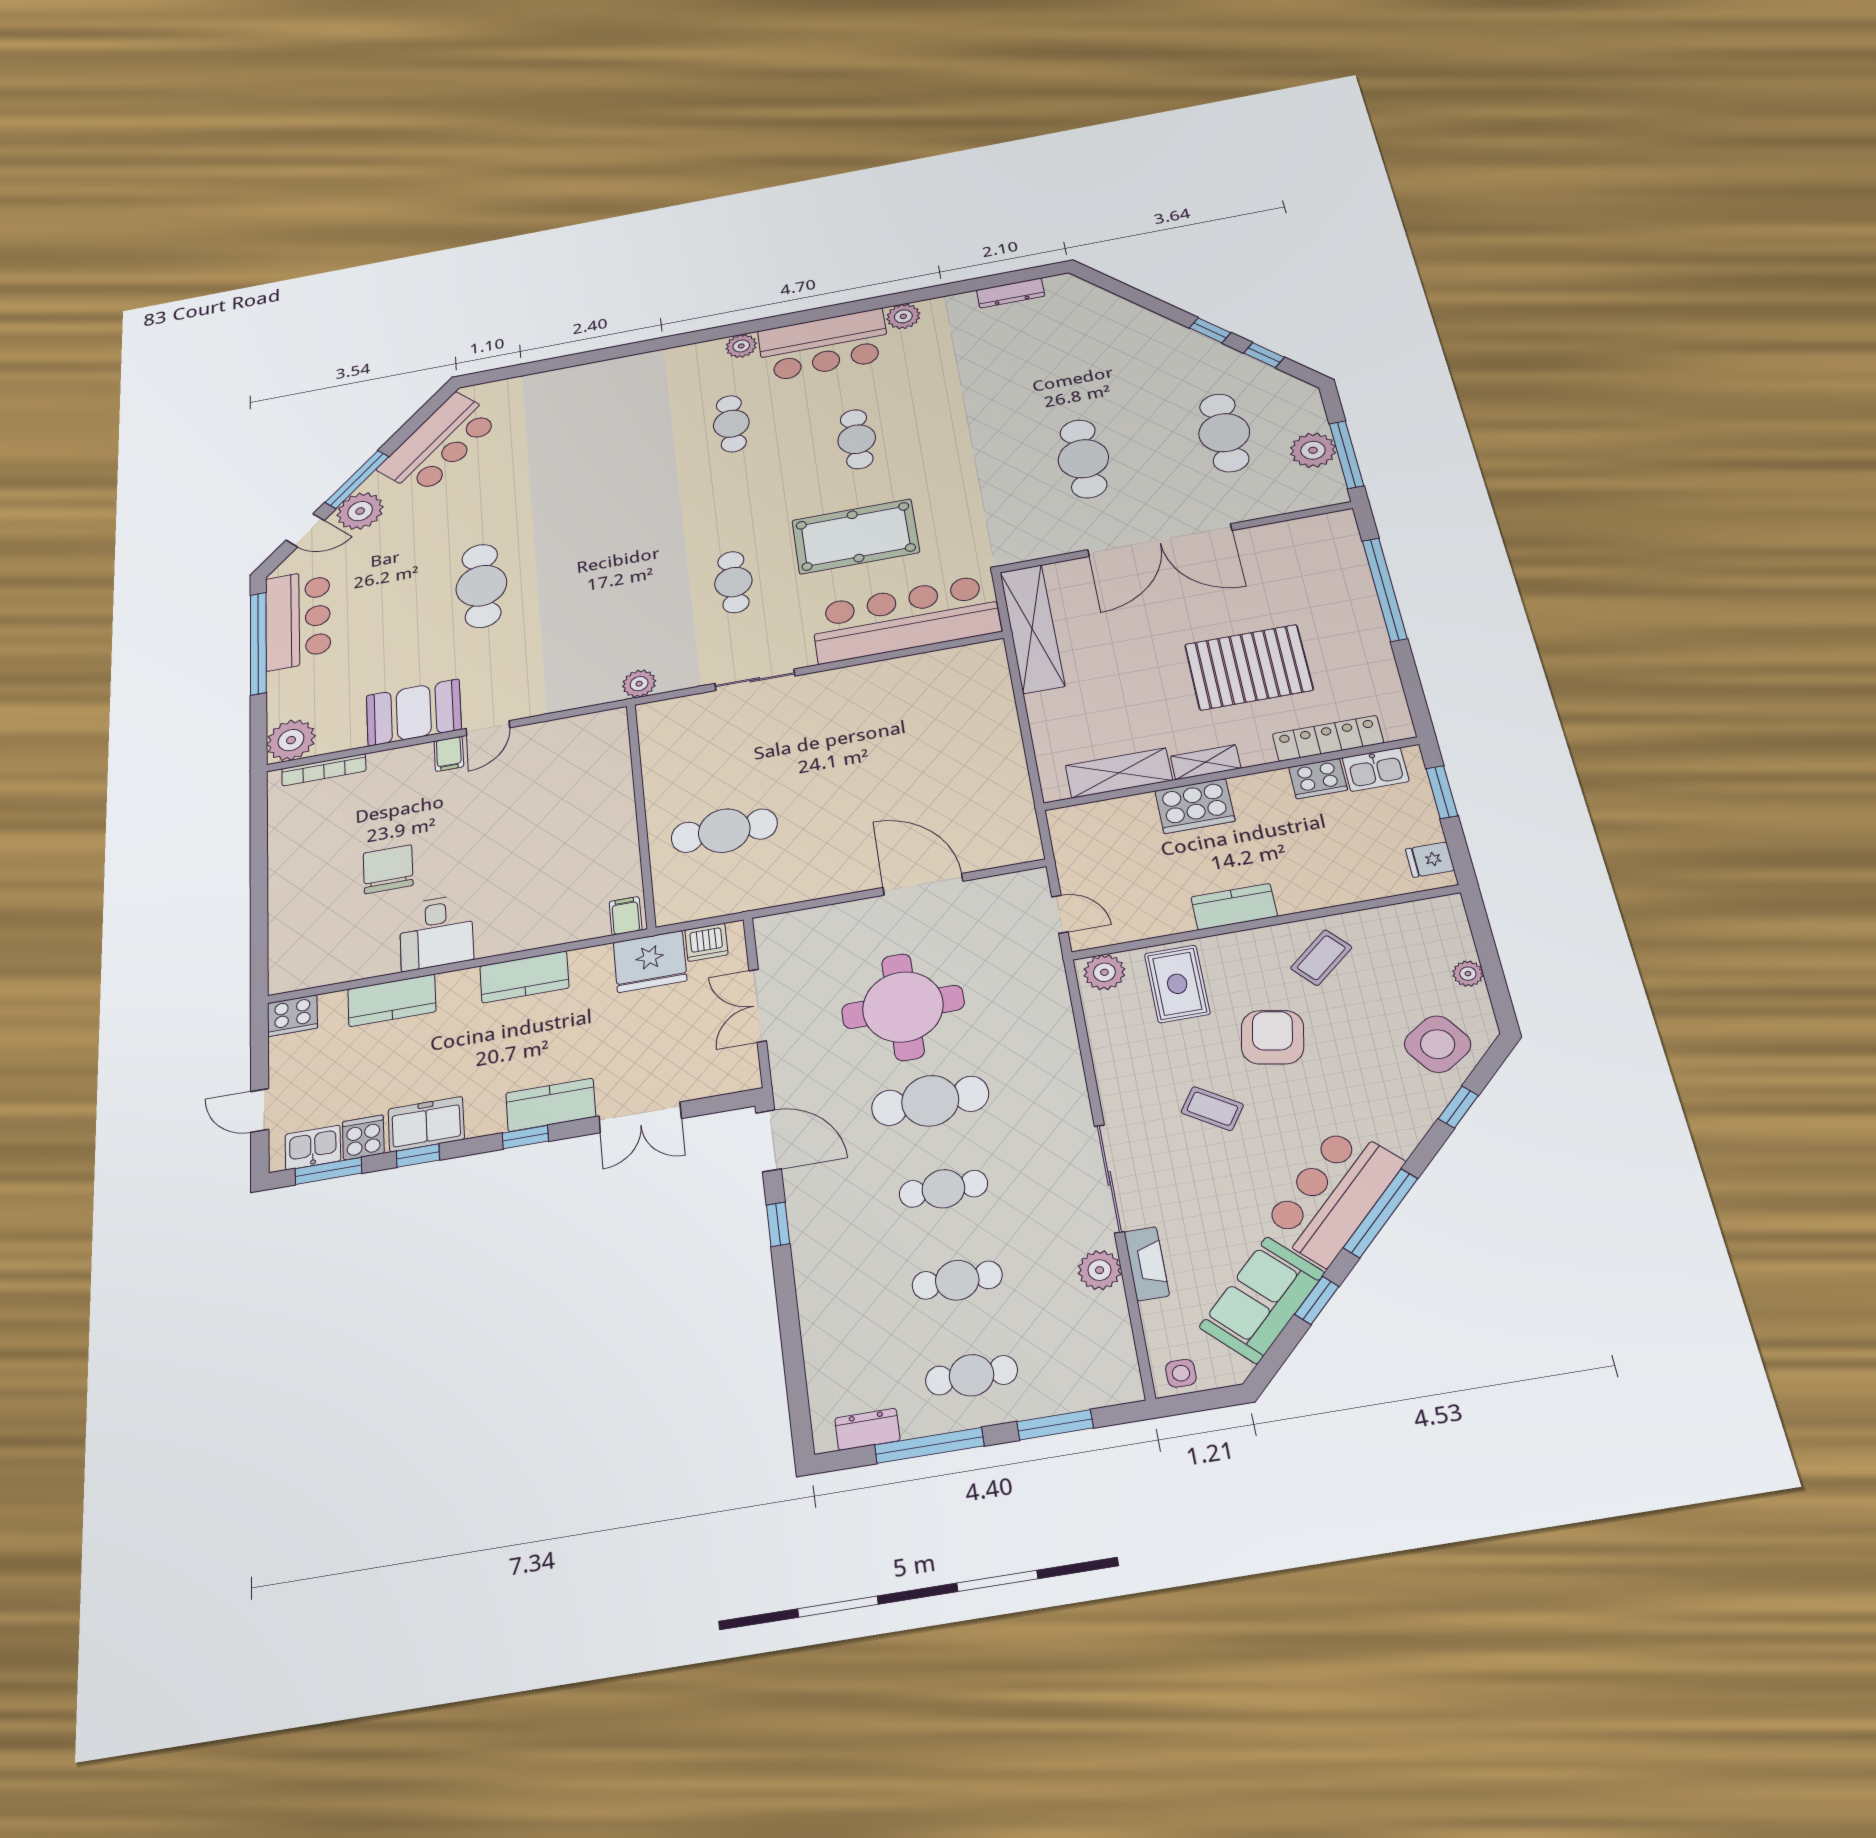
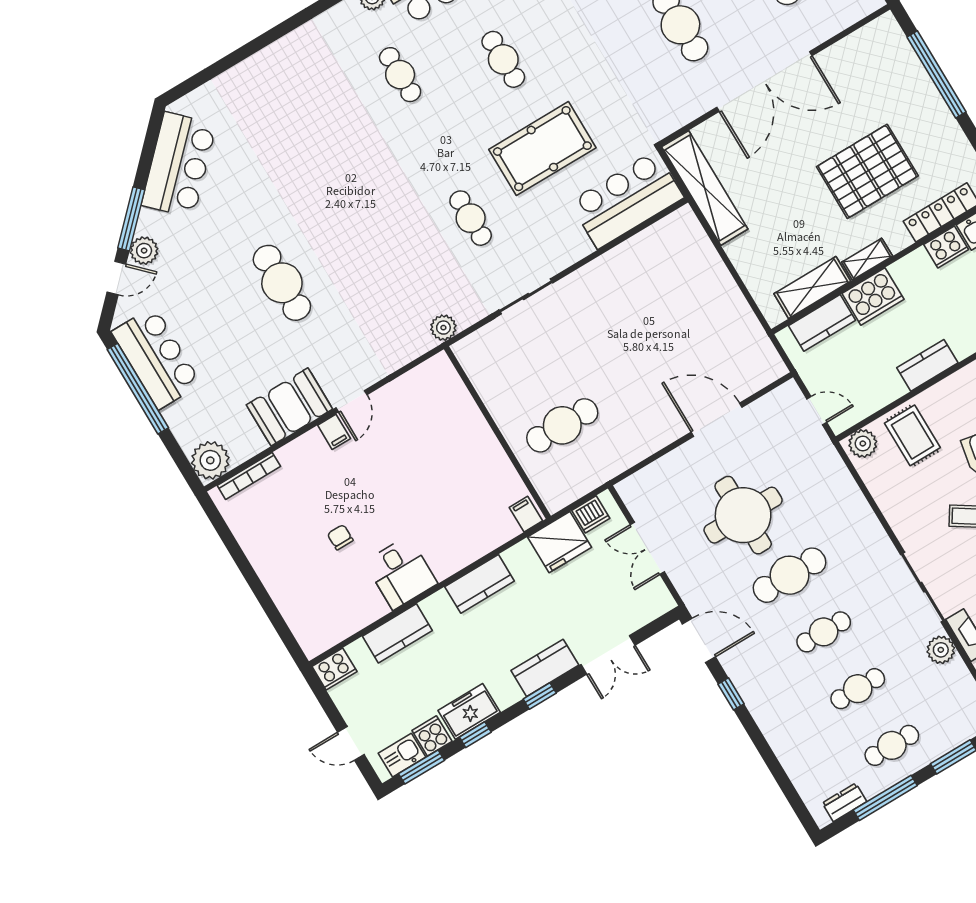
plant: (360, 511) -> (144, 251), width x0.73, depth x0.73
bar counter: (905, 619) -> (627, 200), width x0.73
kitchen counter: (1113, 816) -> (822, 323), added
chair: (388, 869) -> (340, 537), width x0.54, depth x0.54

